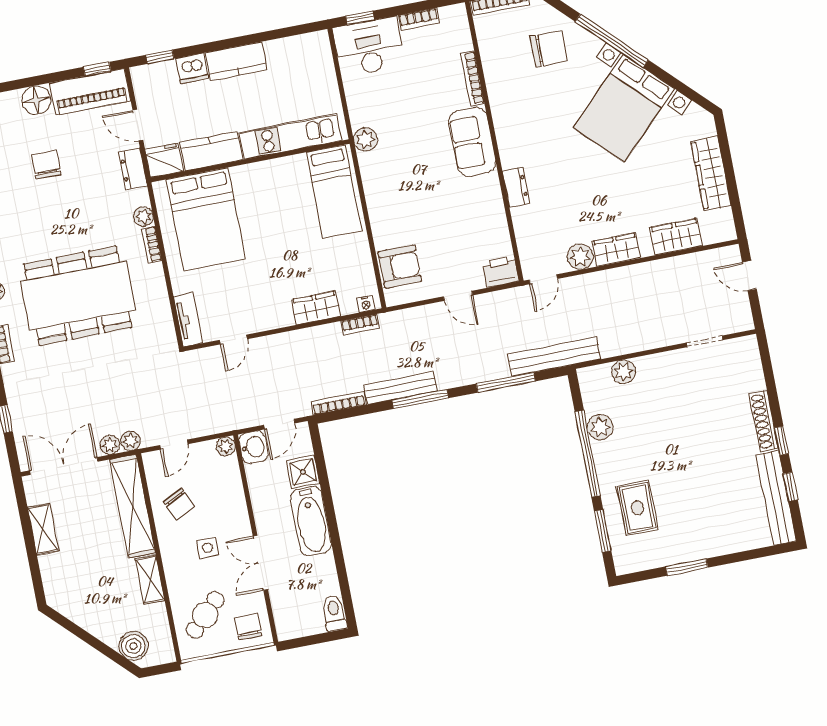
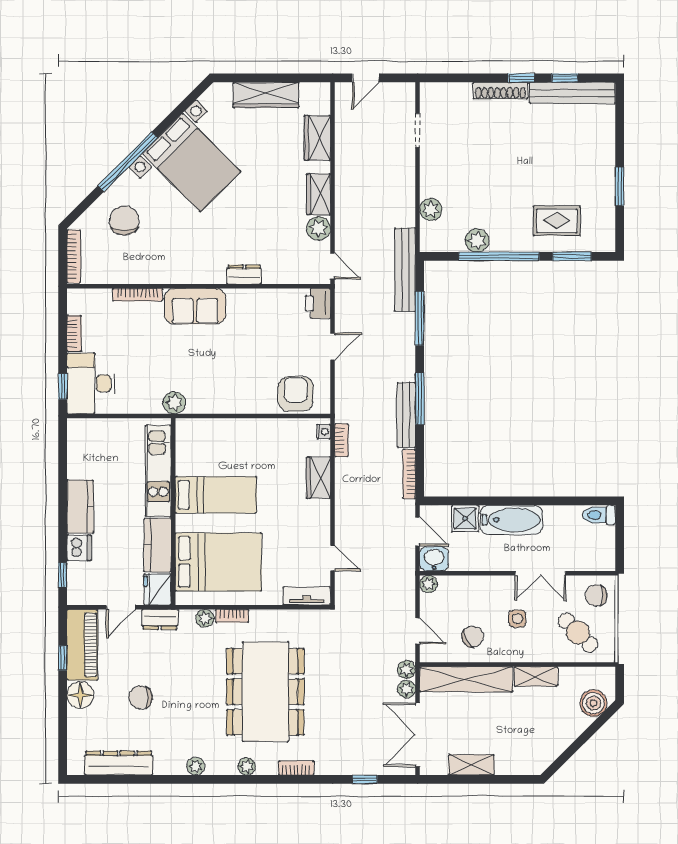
window: (97, 69) -> (63, 658), moved
bed: (334, 192) -> (216, 495), moved

